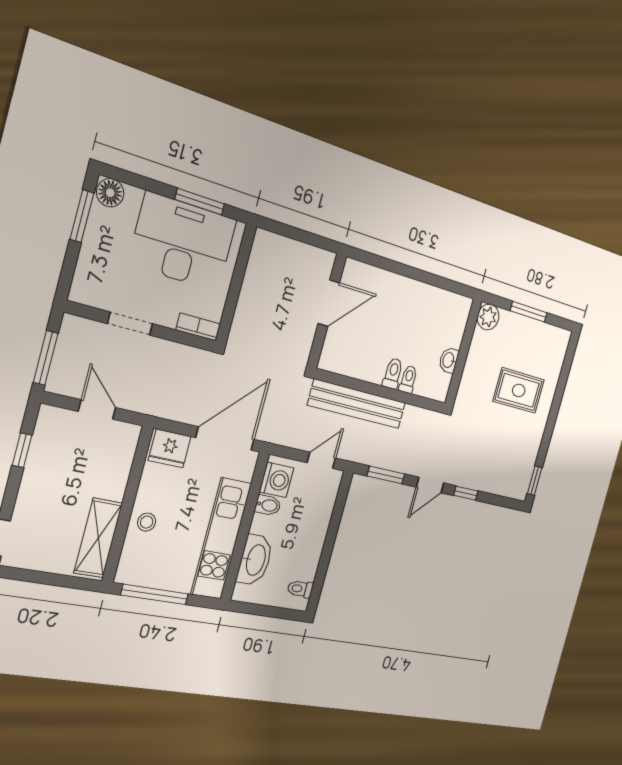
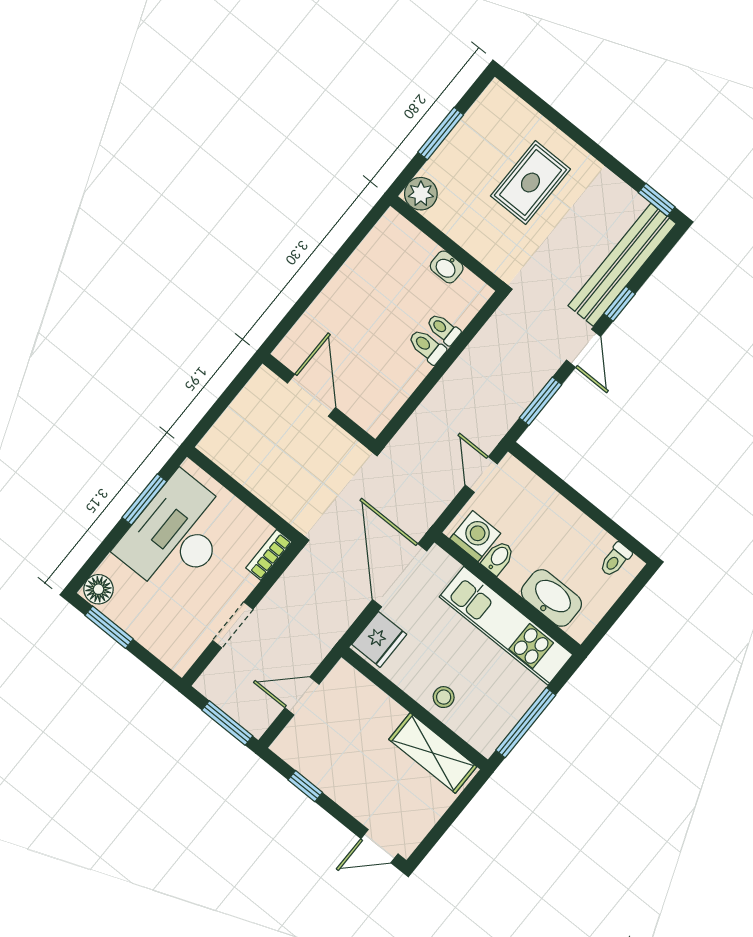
bench: (357, 404) -> (622, 265), moved

